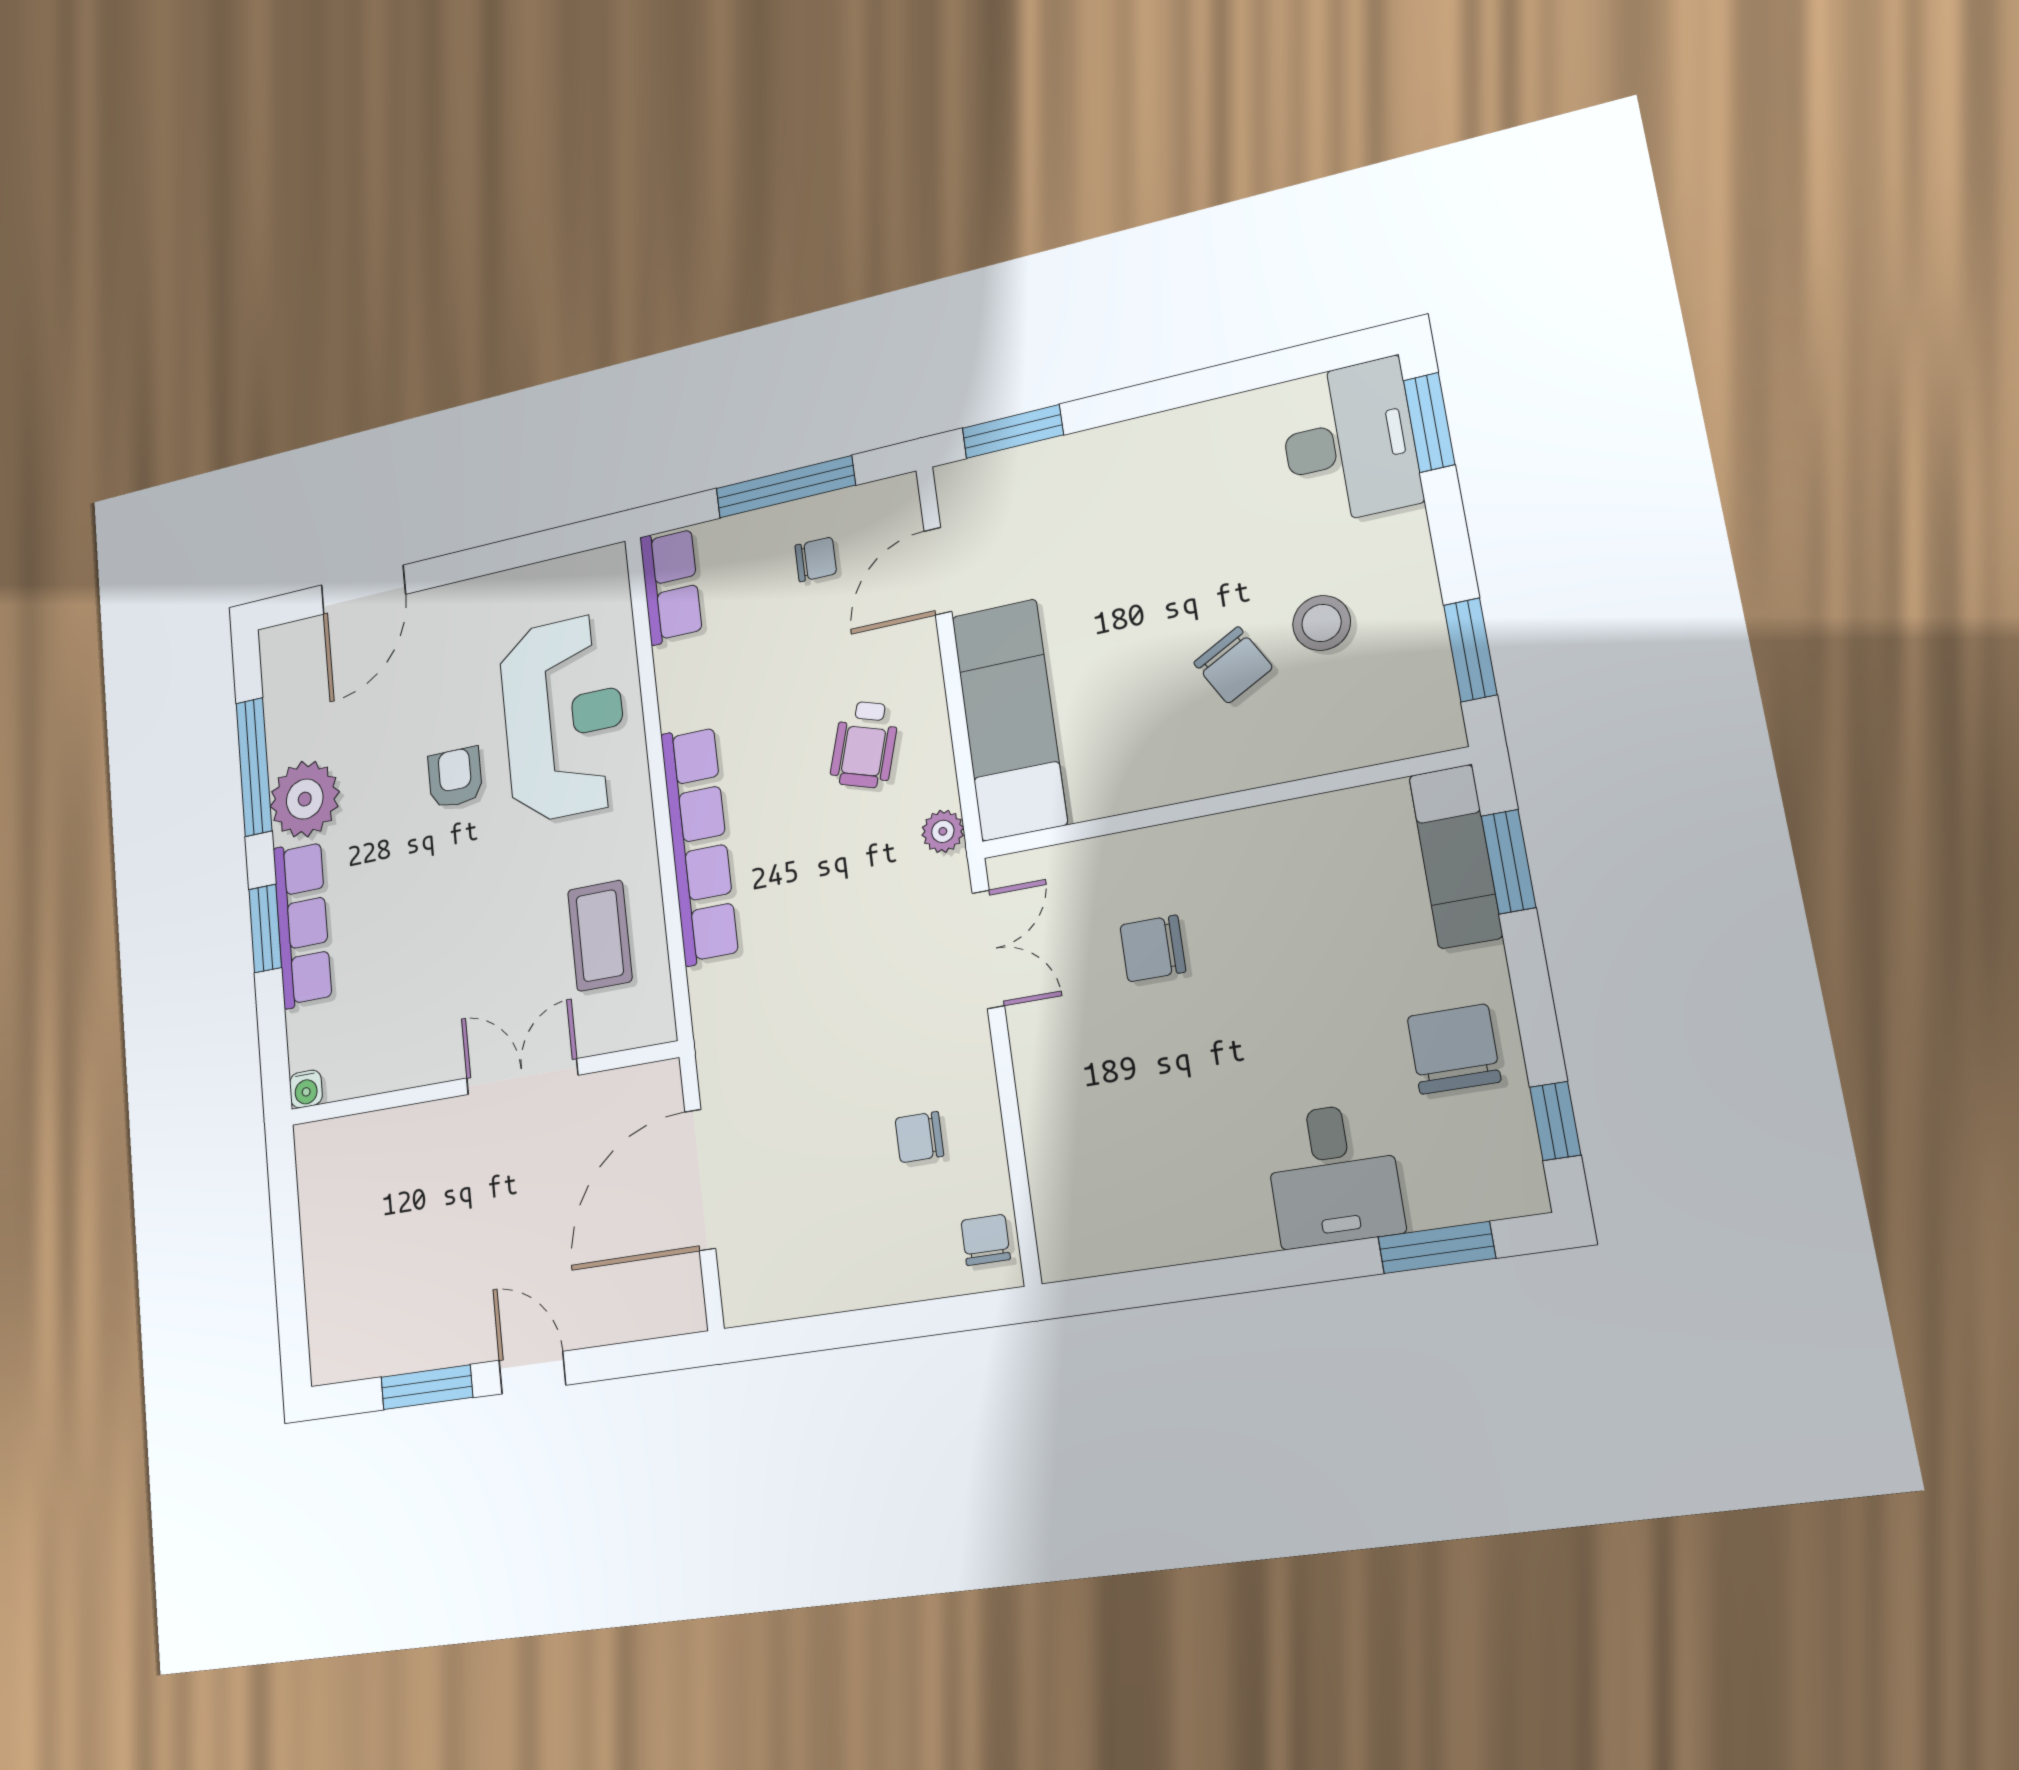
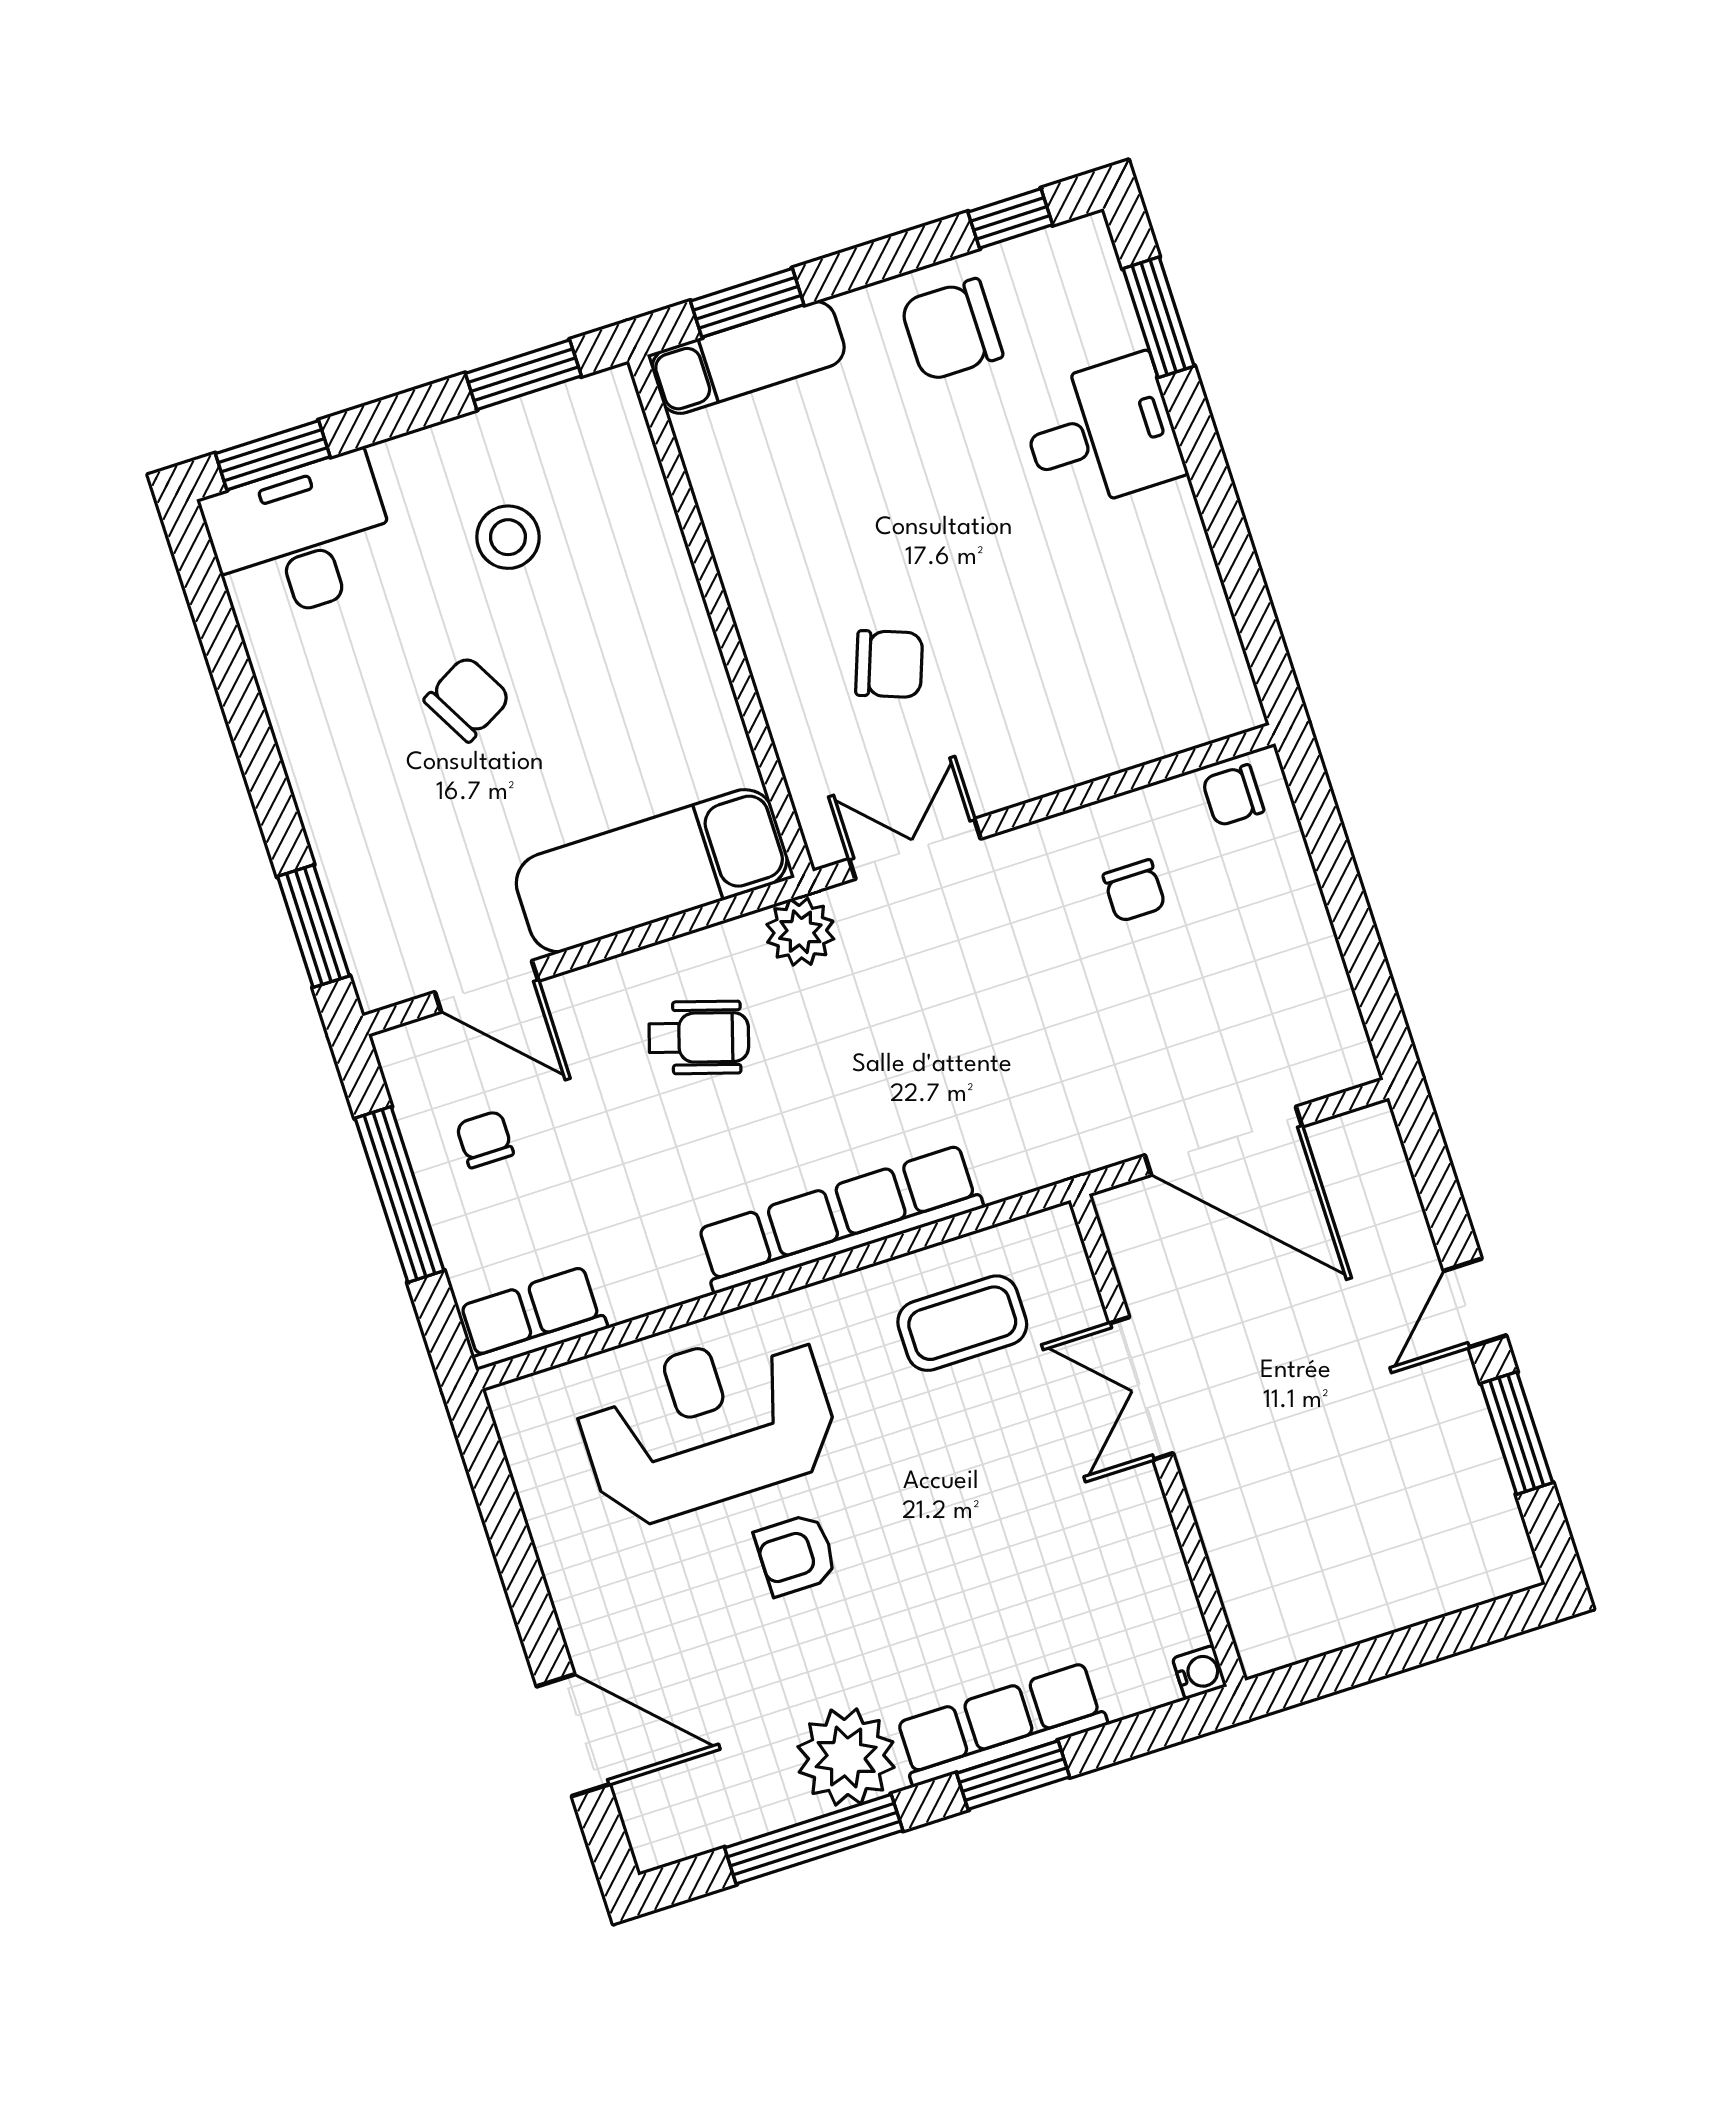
chair: (1233, 665) -> (467, 699), moved
plant: (943, 831) -> (800, 932), width x1.38, depth x1.38
chair: (1153, 948) -> (889, 664), turned -70

